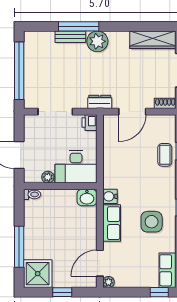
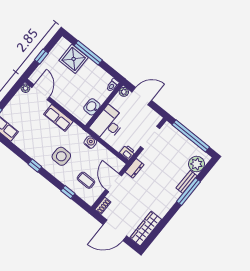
plant: (97, 41) -> (197, 164), moved
coffee table: (165, 155) -> (86, 180), moved
plant: (48, 177) -> (124, 92), moved
water cooler: (110, 196) -> (90, 142), moved
washbasin: (87, 198) -> (92, 107), moved
side table: (152, 222) -> (61, 156), moved
shower: (38, 274) -> (74, 59), moved

